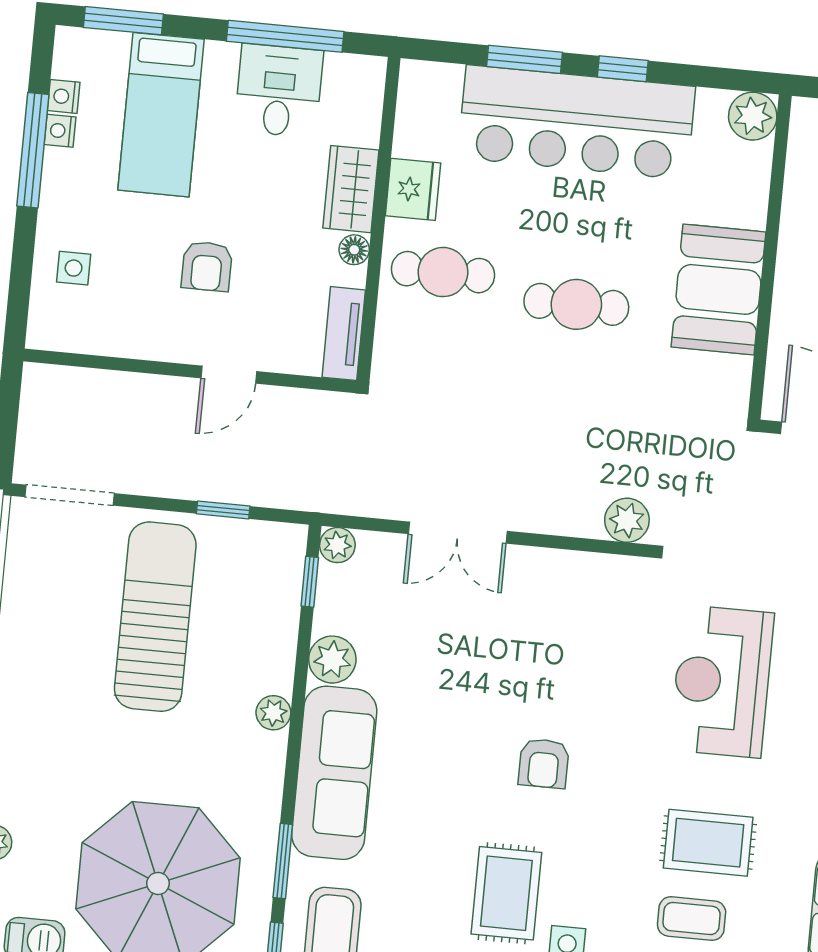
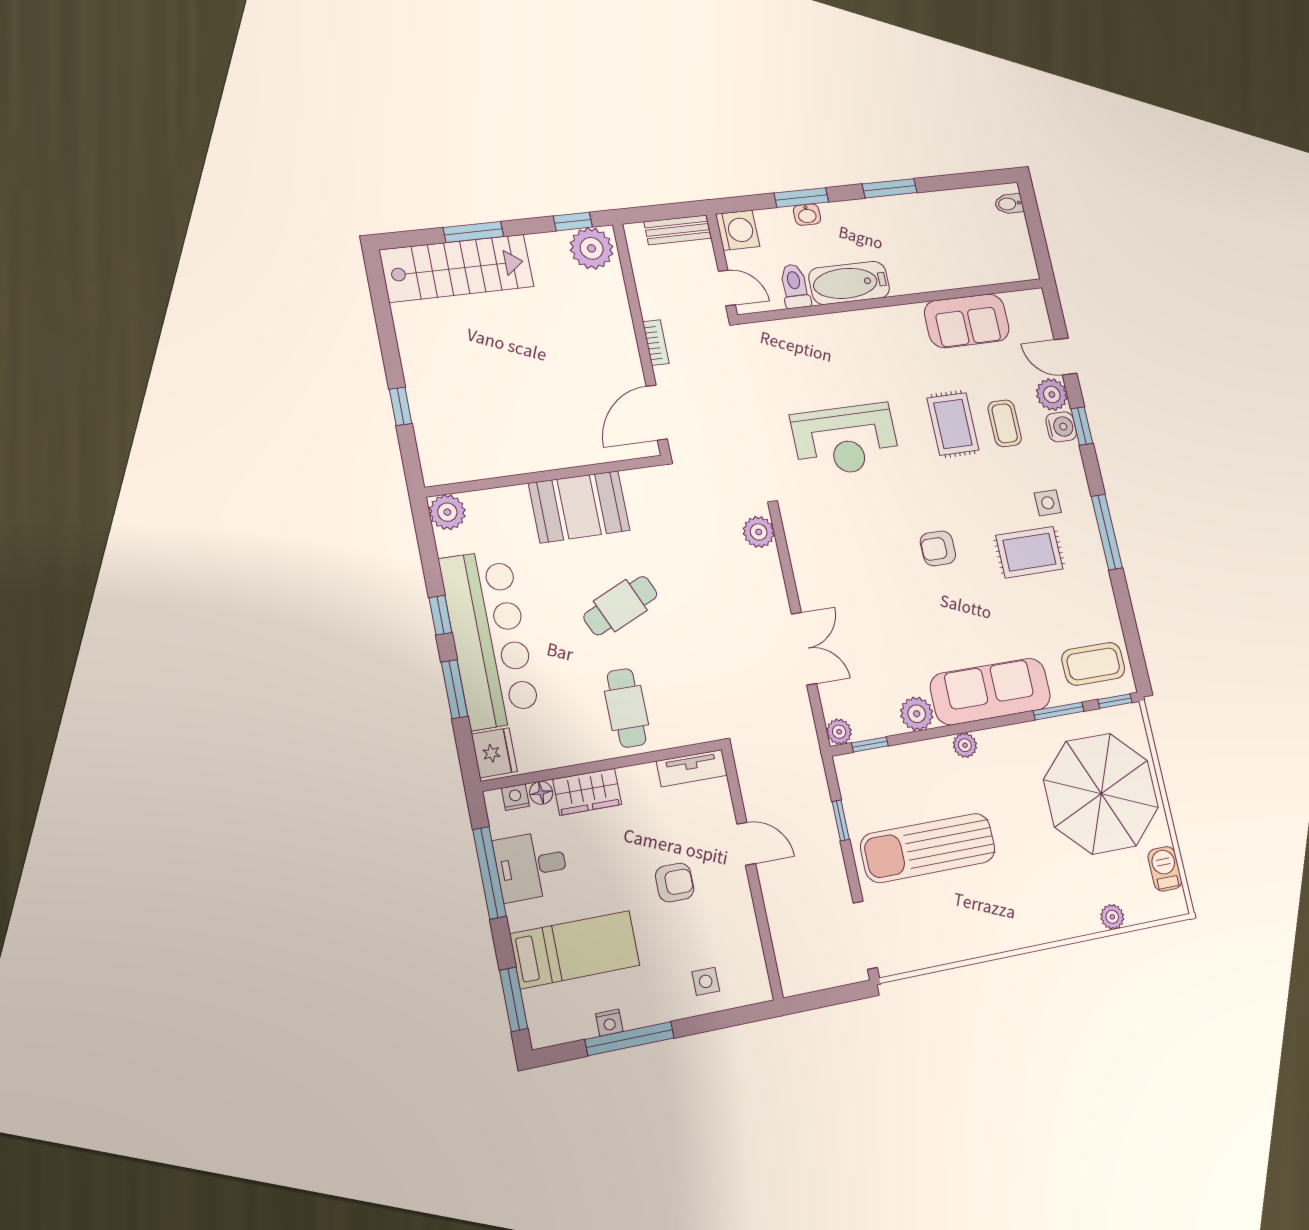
nightstand: (64, 96) -> (515, 797), moved, turned 180
fridge: (413, 189) -> (494, 753), moved, turned 90
floor lamp: (354, 250) -> (541, 793), moved
cafe table: (576, 304) -> (620, 606), turned 66
armchair: (544, 763) -> (938, 548), turned 180

